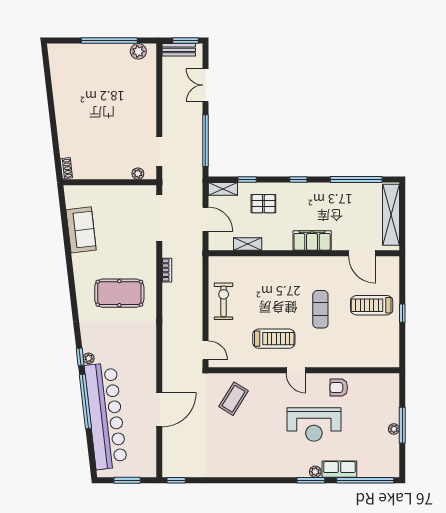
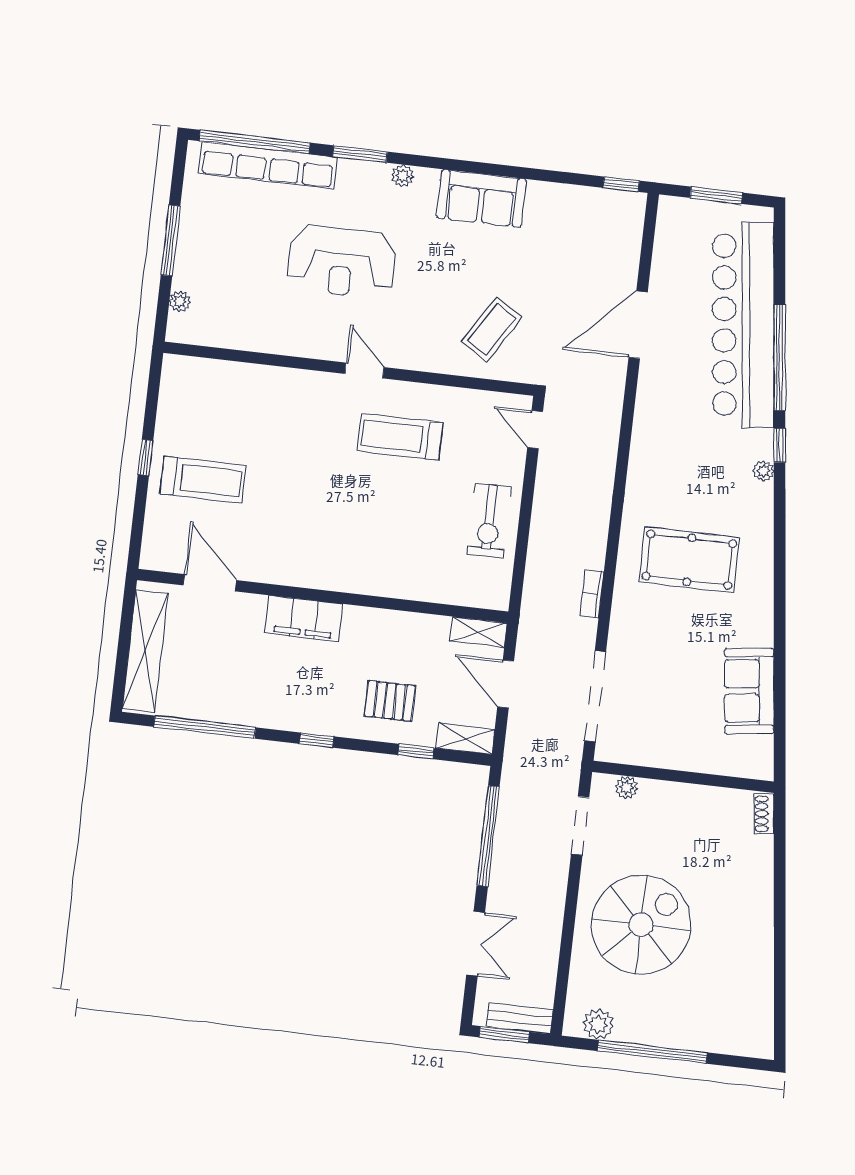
spiral stairs: (122, 105) -> (641, 925), added
shelving: (248, 244) -> (478, 632), moved
exercise mat: (320, 309) -> (303, 483), removed
plant: (89, 358) -> (763, 471), moved
armchair: (339, 388) -> (285, 328), removed
reception desk: (314, 424) -> (342, 262), turned 180
plant: (394, 429) -> (180, 301), moved
sofa: (246, 465) -> (481, 198), added
row of seats: (339, 469) -> (268, 165), width x2.02
plant: (315, 472) -> (403, 176), moved

